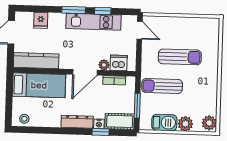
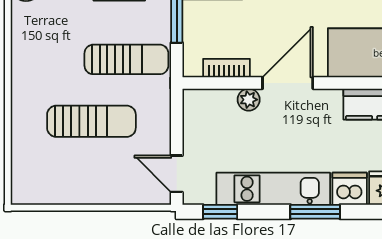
window: (103, 11) -> (220, 212), moved
sun lounger: (180, 57) -> (91, 121), turned 180
dishwasher: (119, 63) -> (350, 189), moved, turned 180

